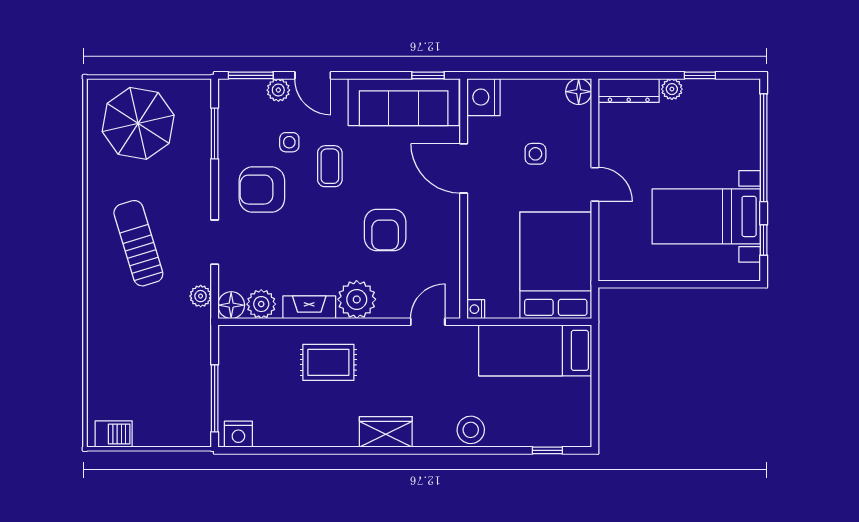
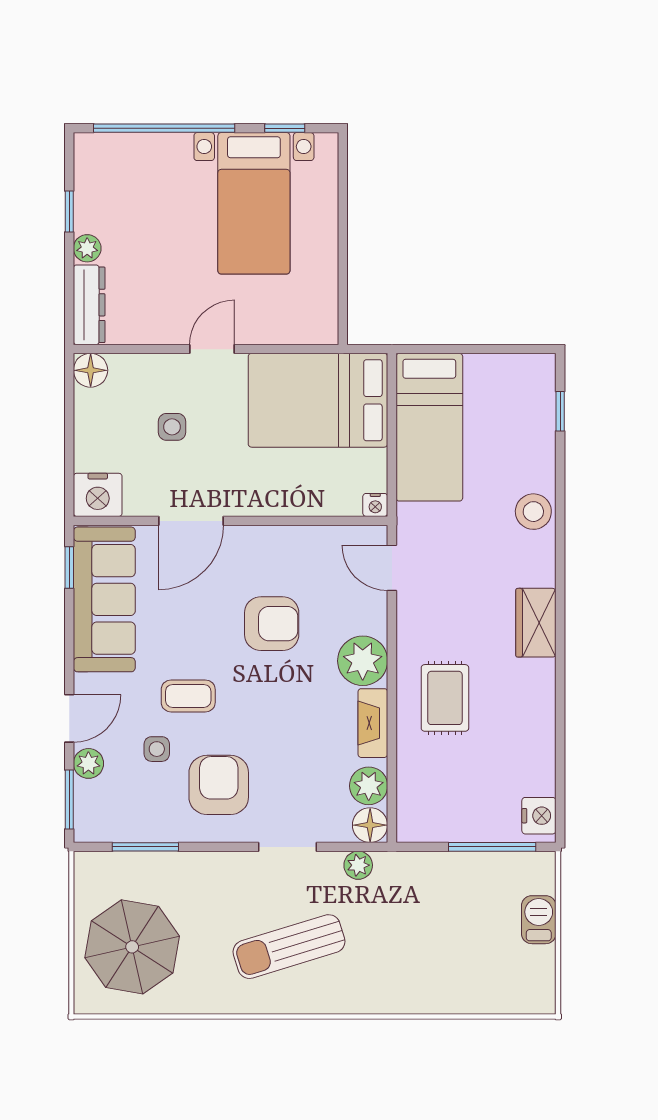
armchair: (262, 190) -> (219, 785), turned 180
barbecue: (114, 434) -> (539, 920), moved

